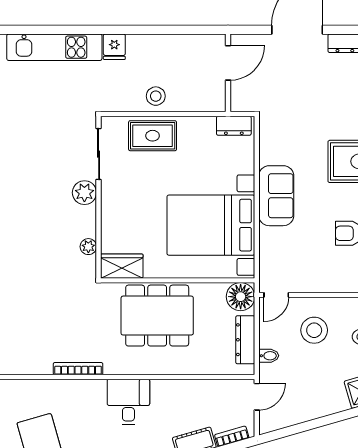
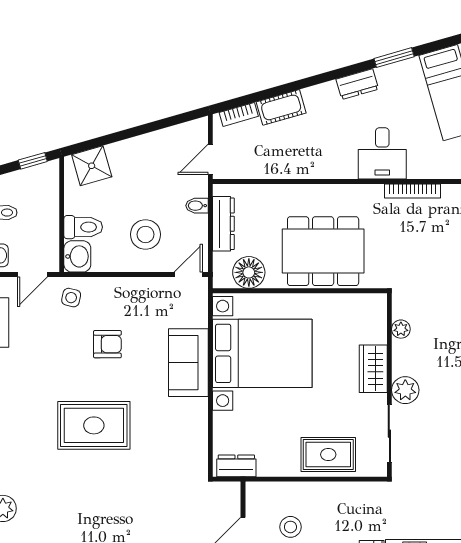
stool: (156, 96) -> (290, 527), moved
sofa: (276, 196) -> (188, 363), moved
wardrobe: (122, 266) -> (373, 369), moved, turned 90
floor lamp: (241, 297) -> (249, 272), moved
desk: (128, 402) -> (382, 153), moved

